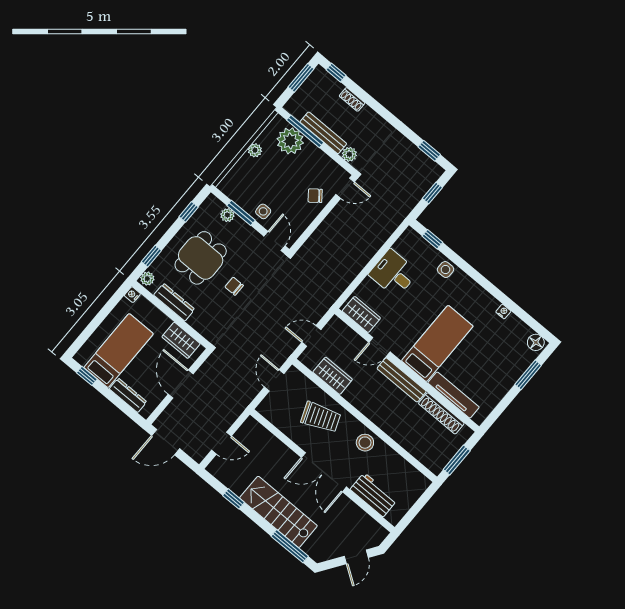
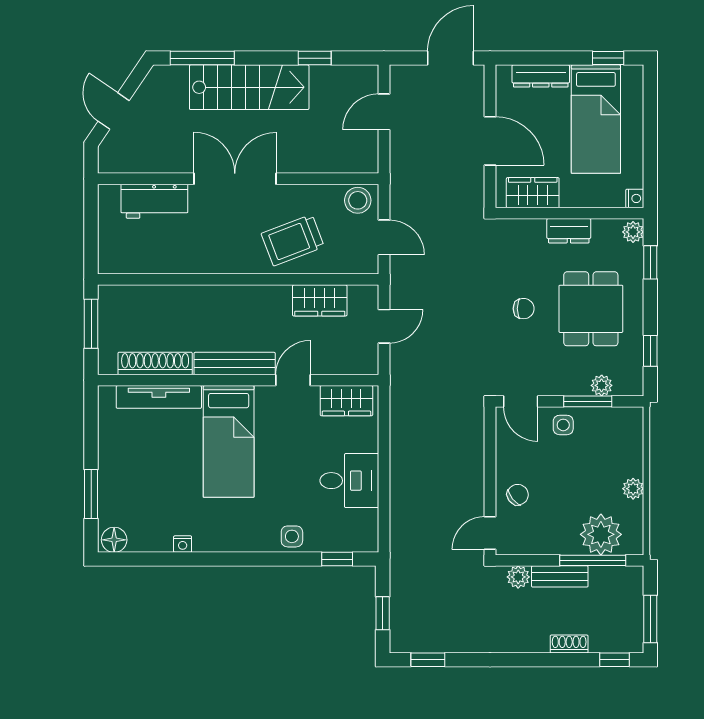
bench: (323, 133) -> (560, 576), width x0.73
dresser: (174, 302) -> (569, 231), width x0.70
stool: (365, 443) -> (358, 200), moved

